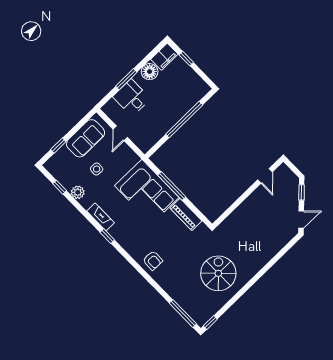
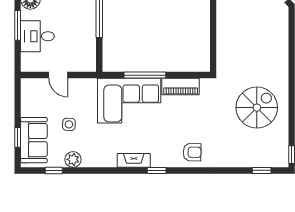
sofa: (86, 138) -> (34, 140), moved
fireplace: (101, 217) -> (134, 160), moved
window: (107, 236) -> (157, 170), moved
spiral stairs: (218, 273) -> (257, 108), turned 90
window: (183, 314) -> (262, 170), width x0.46

